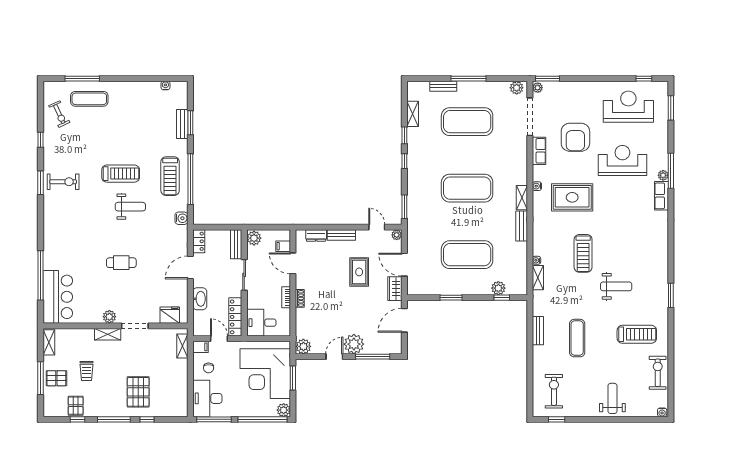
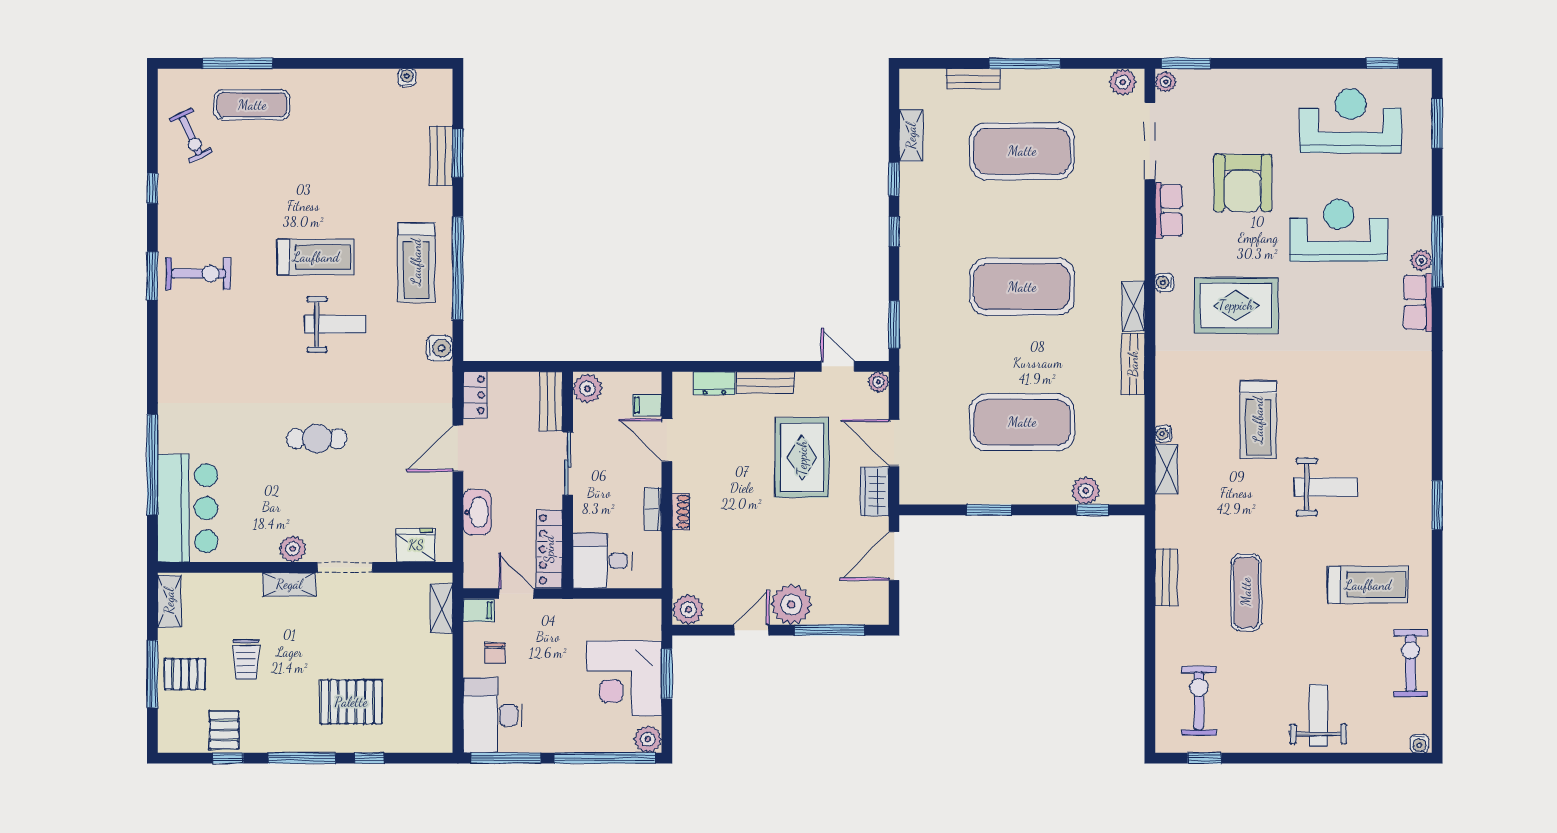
rug: (359, 272) -> (802, 458), width x1.36, depth x1.43
corner desk: (265, 374) -> (624, 678), width x0.74, depth x0.74
pallet: (138, 392) -> (351, 702), turned 90

